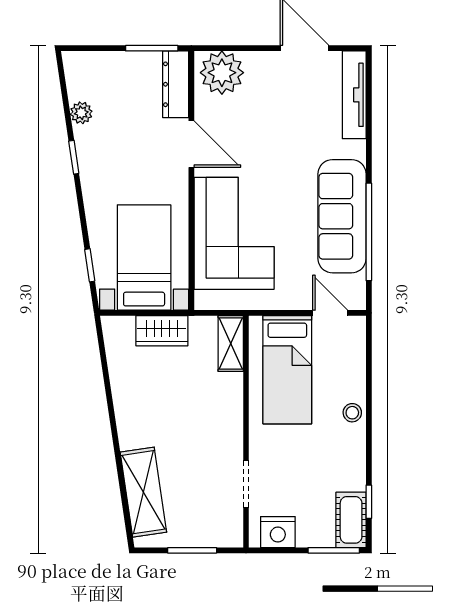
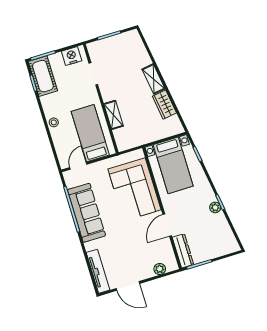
plant: (222, 73) -> (160, 269), width x0.53, depth x0.53
plant: (81, 113) -> (215, 207), moved
door: (191, 144) -> (167, 225), hinge flipped
door: (330, 313) -> (78, 166), swing flipped
wardrobe: (162, 331) -> (164, 105), moved, turned -98
shelving: (231, 344) -> (114, 115), moved
shelving: (143, 492) -> (154, 79), moved, width x0.67, depth x0.75
cot: (351, 520) -> (43, 76), width x1.37, depth x1.34

